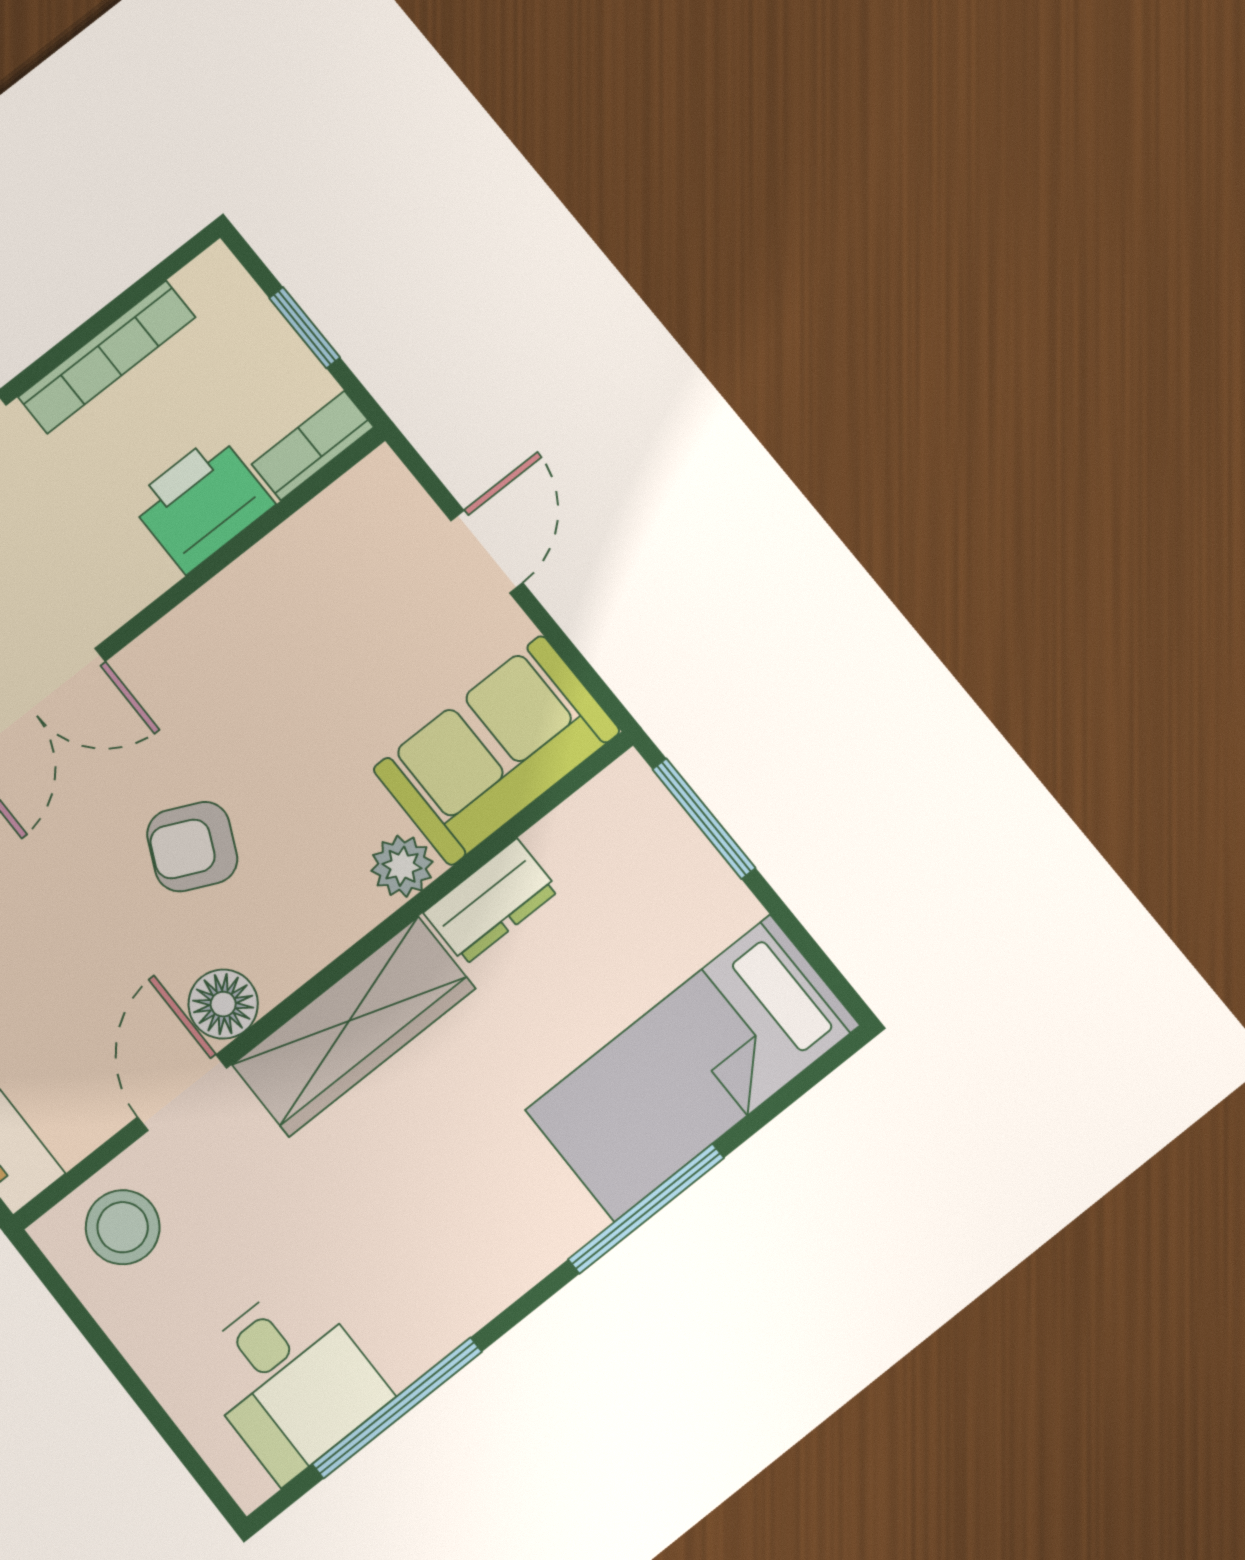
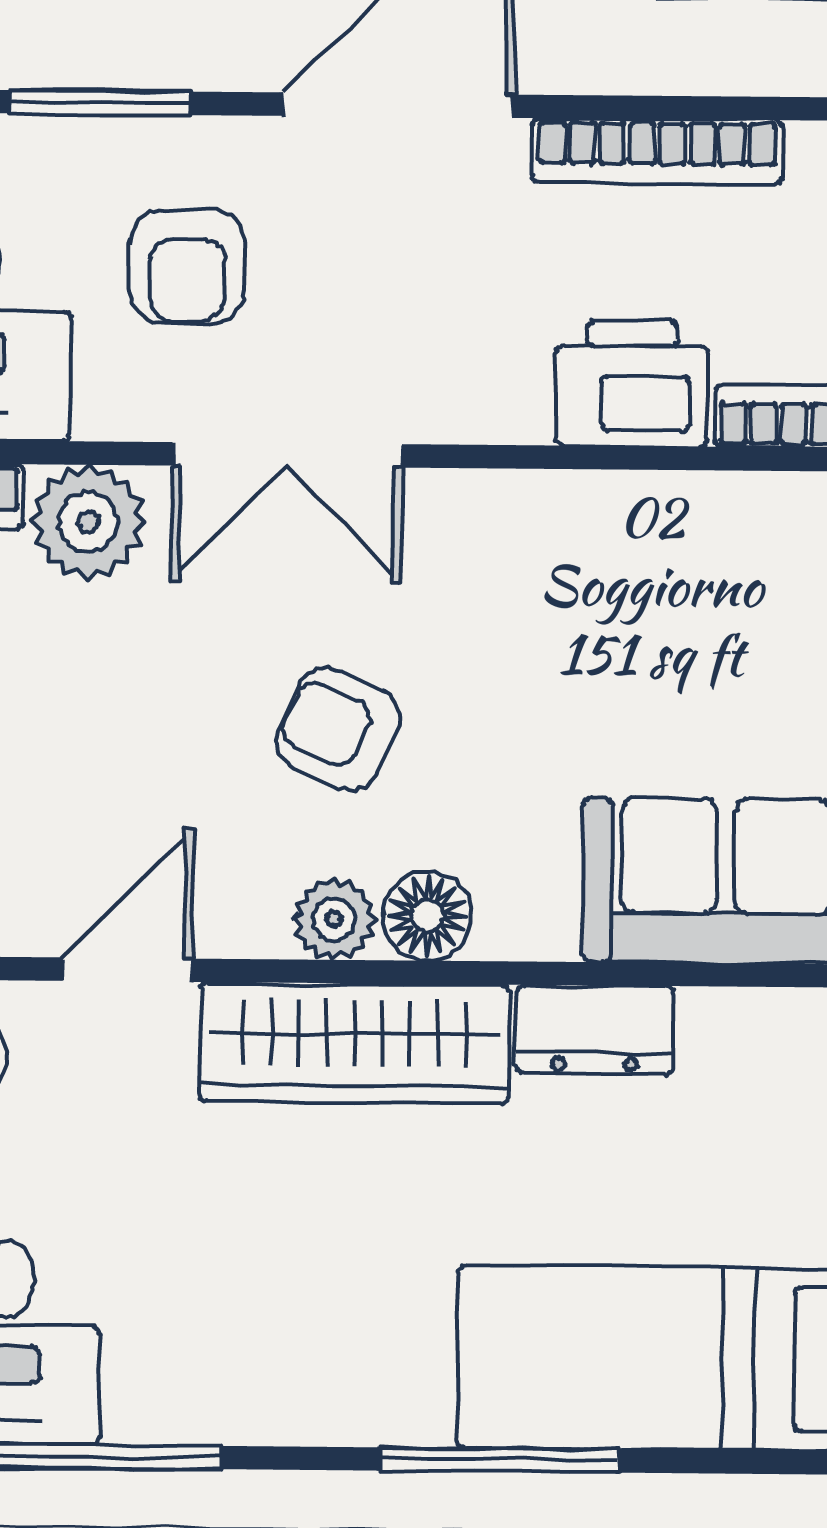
plant: (402, 866) -> (334, 919), moved
floor lamp: (223, 1004) -> (427, 916), moved

